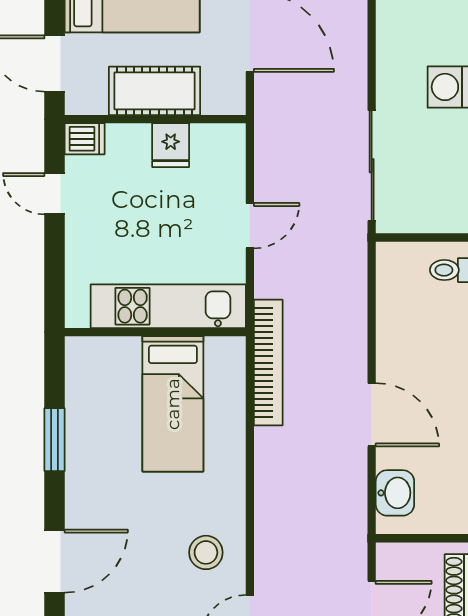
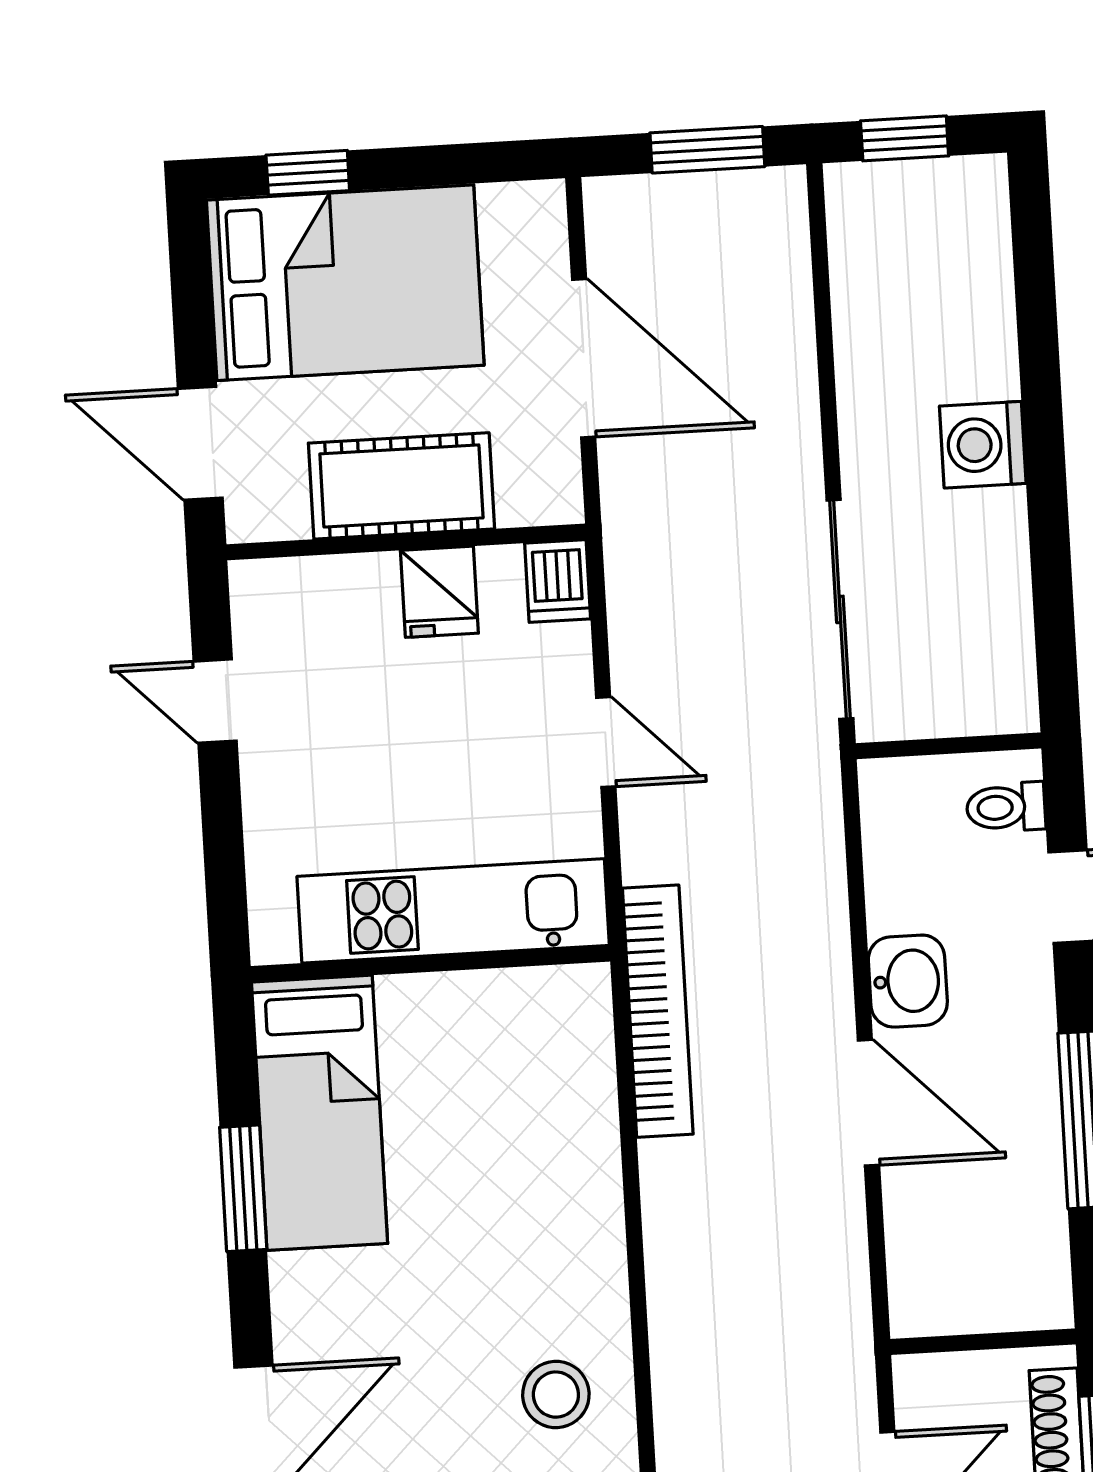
dishwasher: (85, 139) -> (558, 581), moved, turned 90
door: (250, 226) -> (606, 742), hinge flipped
bed: (173, 404) -> (320, 1113), moved
washbasin: (395, 493) -> (908, 981), moved

